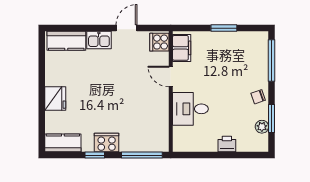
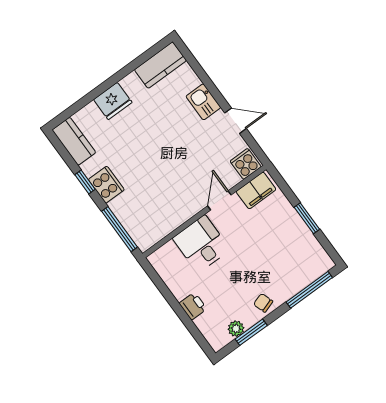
kitchen counter: (66, 41) -> (160, 65), moved, turned -90

